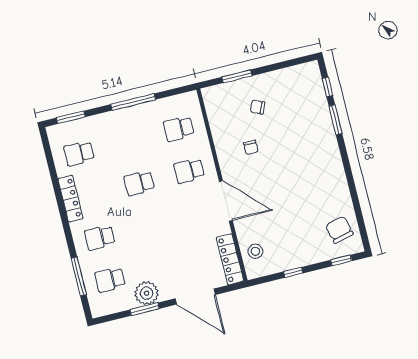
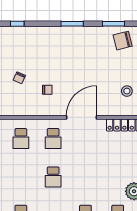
window: (335, 120) -> (72, 24), moved
window: (358, 212) -> (114, 24), added
stool: (255, 251) -> (127, 91), moved

